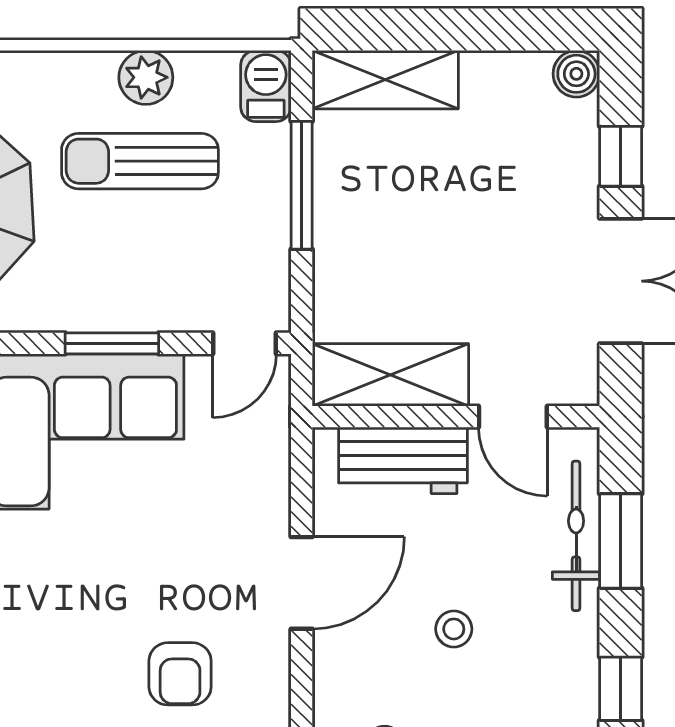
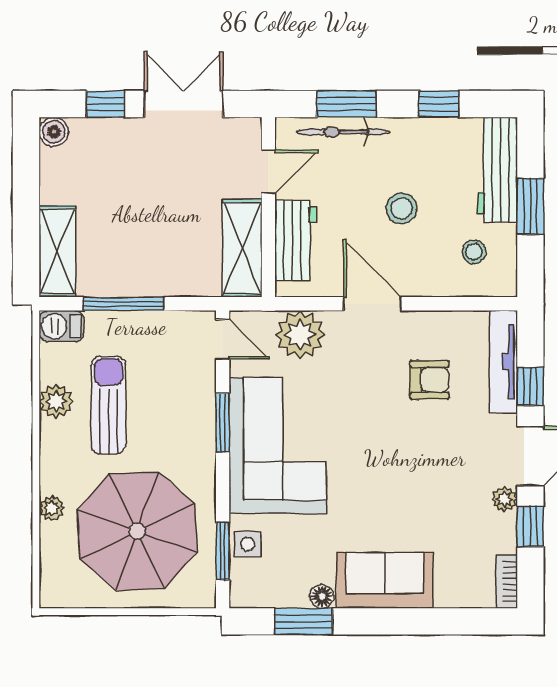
sun lounger: (140, 161) -> (108, 405), turned 180
plant: (252, 467) -> (300, 335), added
stool: (454, 629) -> (401, 208), width x1.37, depth x1.37

